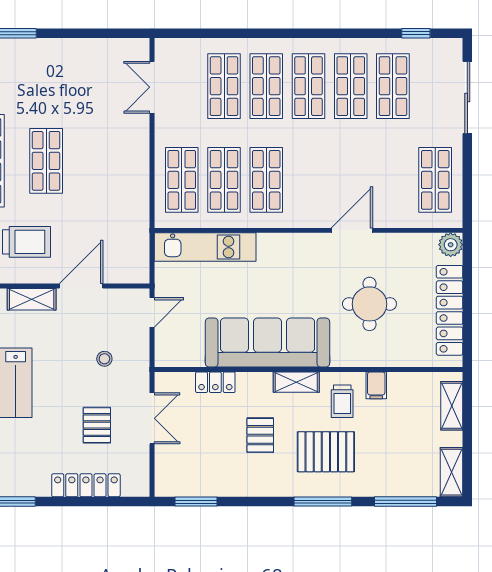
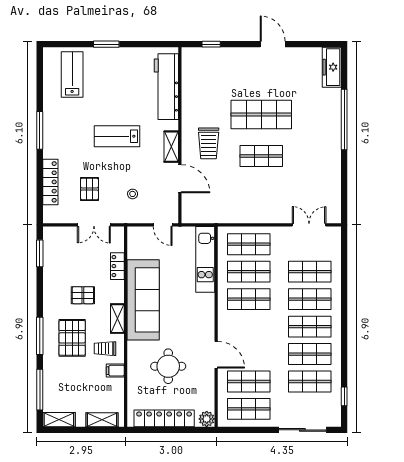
shop shelf: (393, 180) -> (249, 381), added
pallet: (97, 425) -> (89, 189), turned 90

